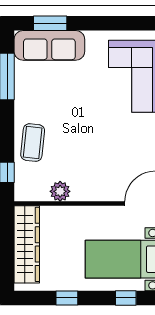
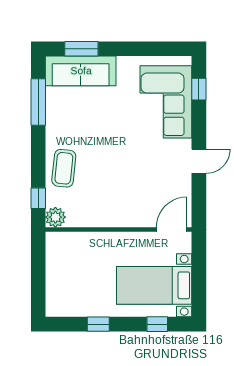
plant: (60, 191) -> (55, 217), moved
wardrobe: (27, 244) -> (58, 270), removed

